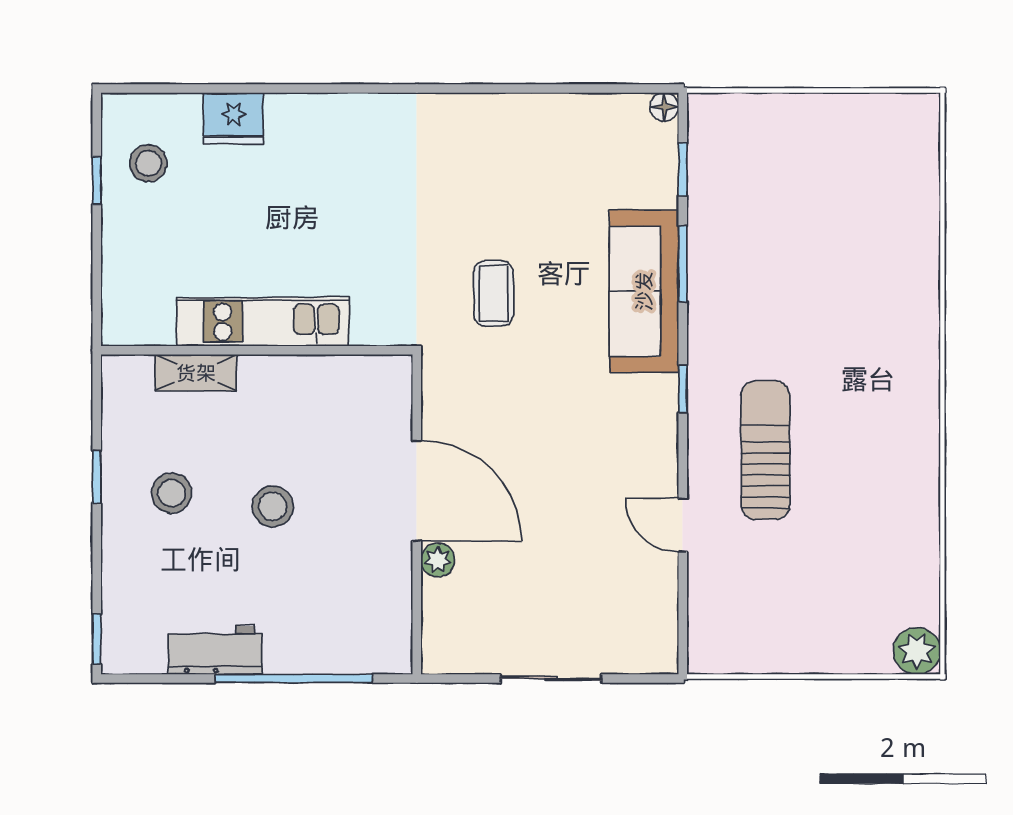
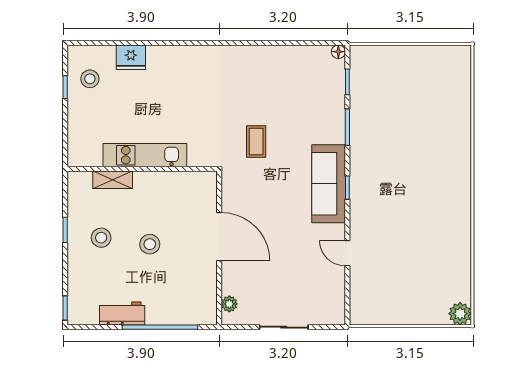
sofa: (644, 291) -> (329, 184), moved
sun lounger: (765, 450) -> (387, 217), removed
plant: (438, 560) -> (229, 304), moved

